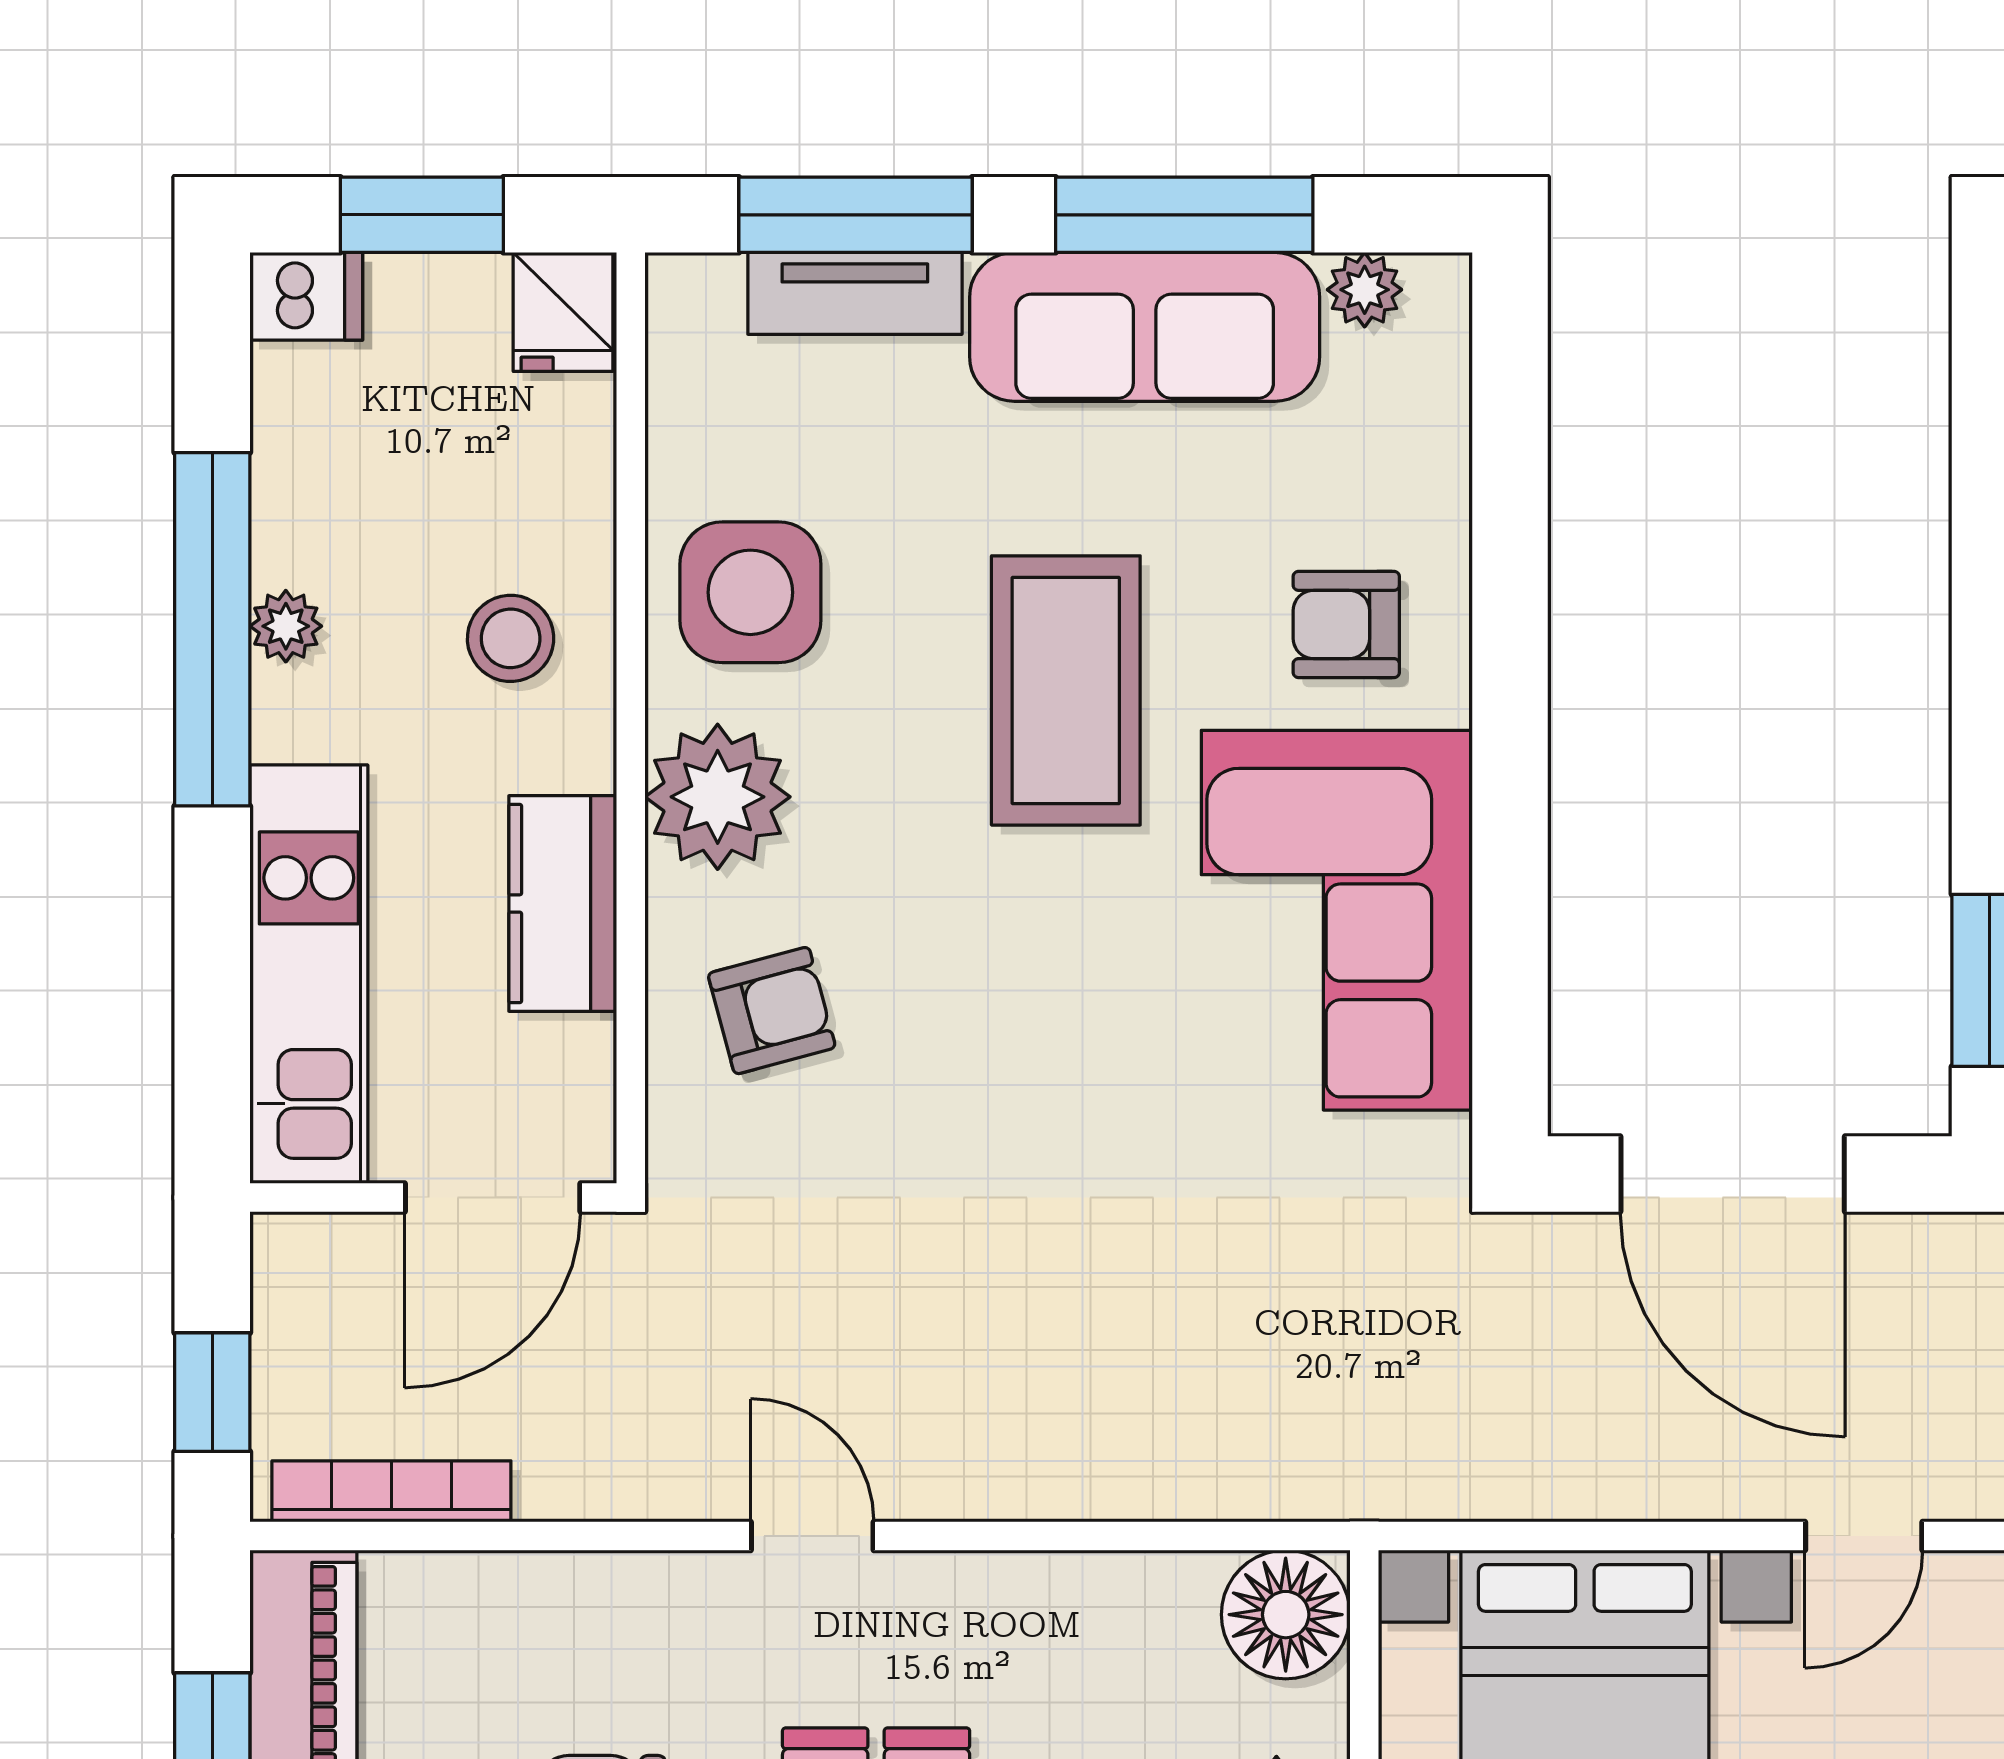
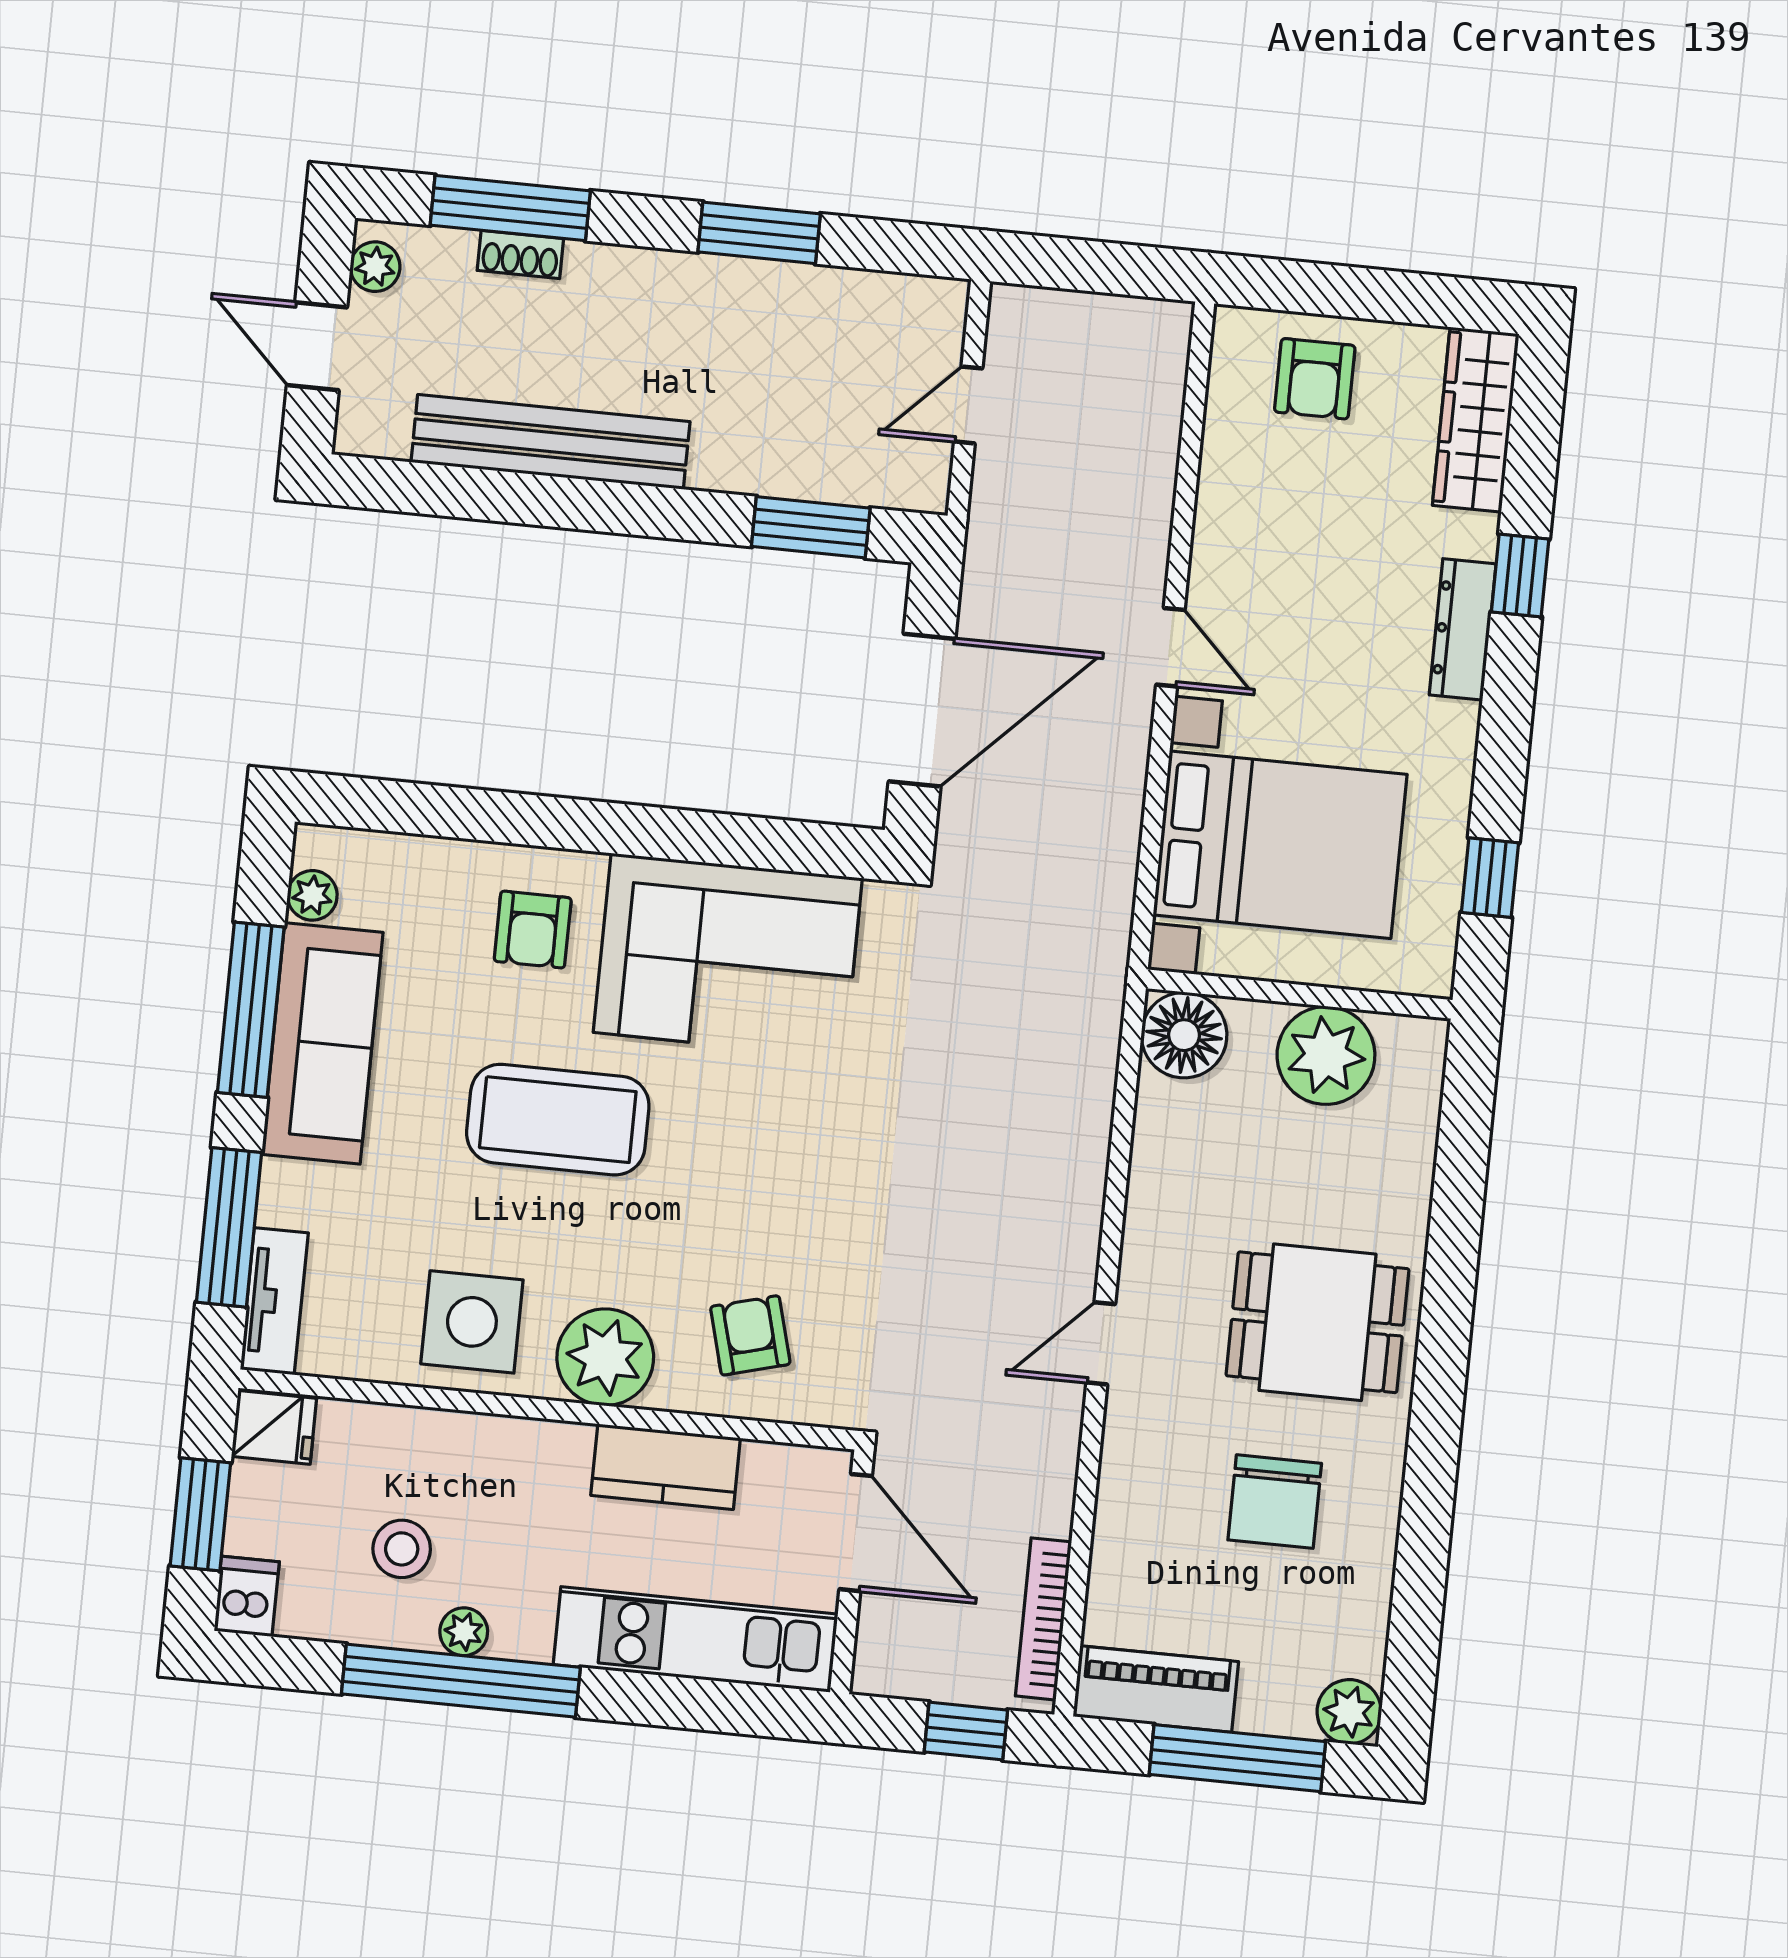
tv unit: (855, 293) -> (274, 1301), moved
stool: (511, 638) -> (402, 1549), moved

